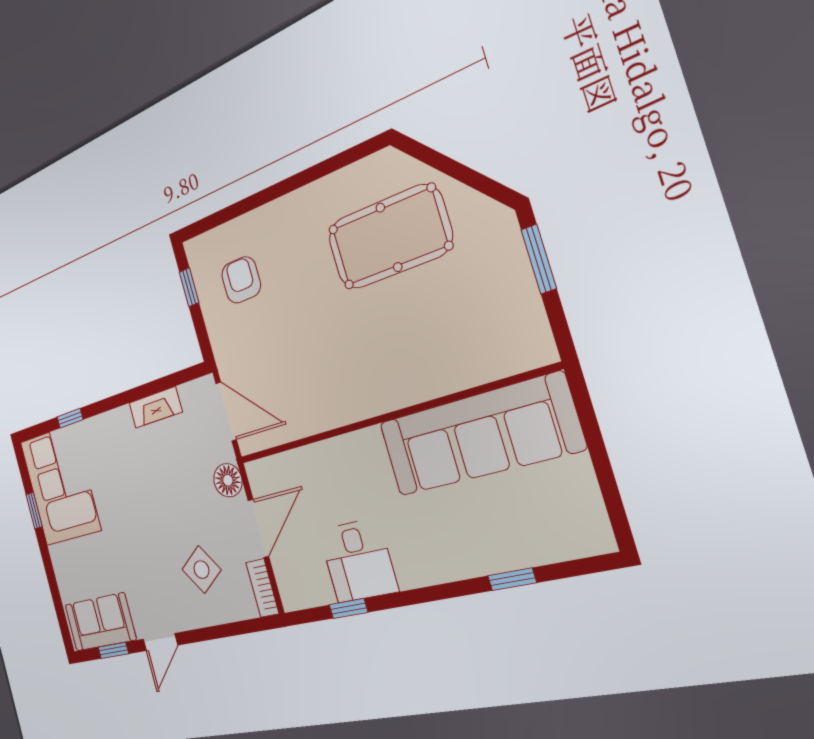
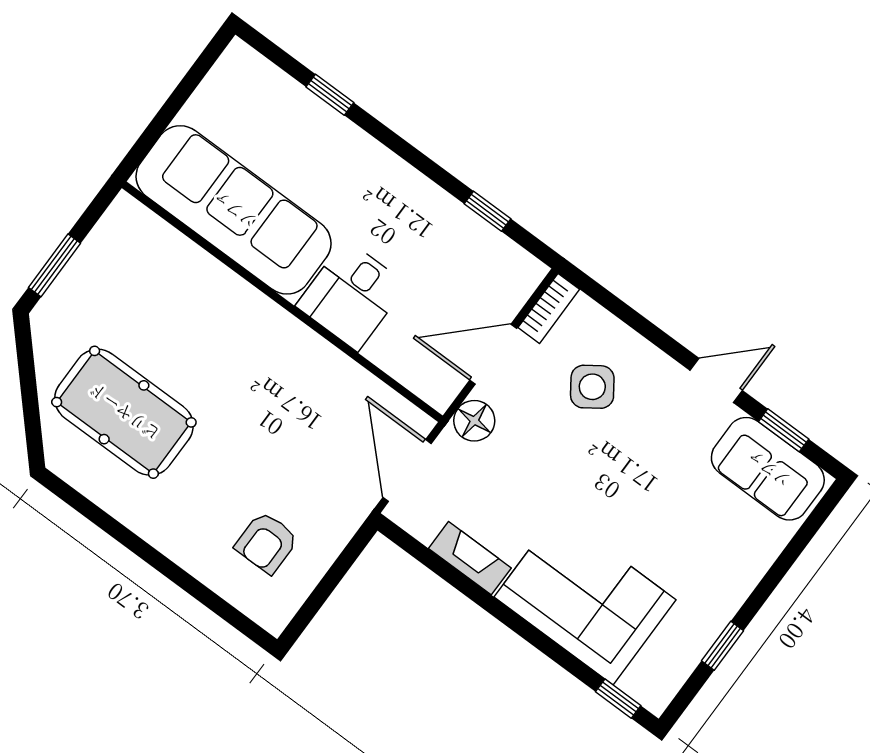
window: (189, 287) -> (316, 600), removed
window: (70, 418) -> (618, 699), moved
corner sofa: (60, 485) -> (585, 598), moved, turned 90
desk: (358, 560) -> (351, 295), moved, turned 180

